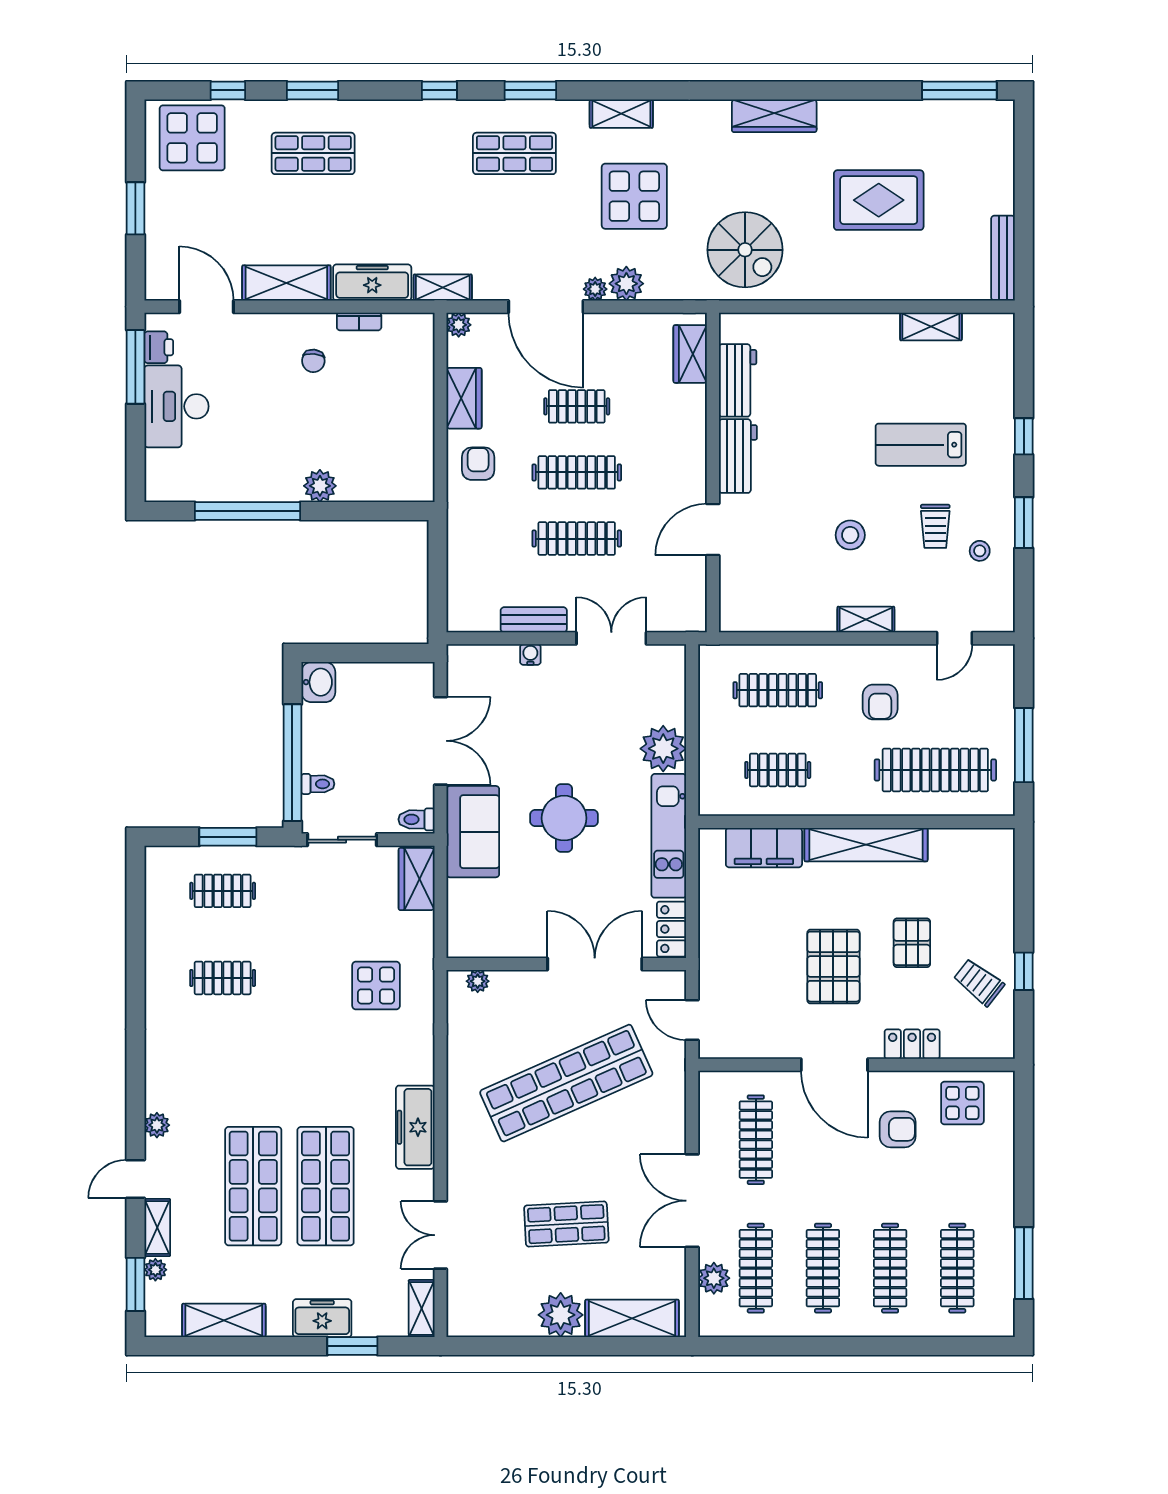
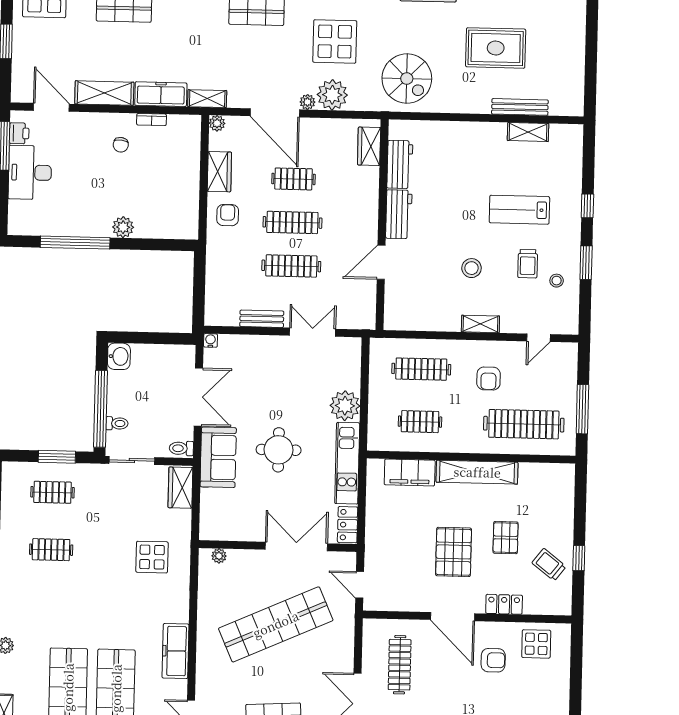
bench: (1003, 258) -> (520, 107), moved, turned 90
plant: (626, 284) -> (332, 95), width x1.36, depth x1.36
water cooler: (530, 655) -> (210, 340), moved

